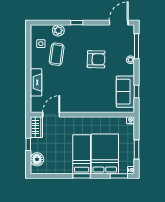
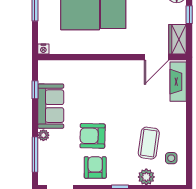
armchair: (94, 37) -> (95, 167), added
fireplace: (36, 82) -> (178, 82), moved
sofa: (125, 92) -> (51, 106), moved

